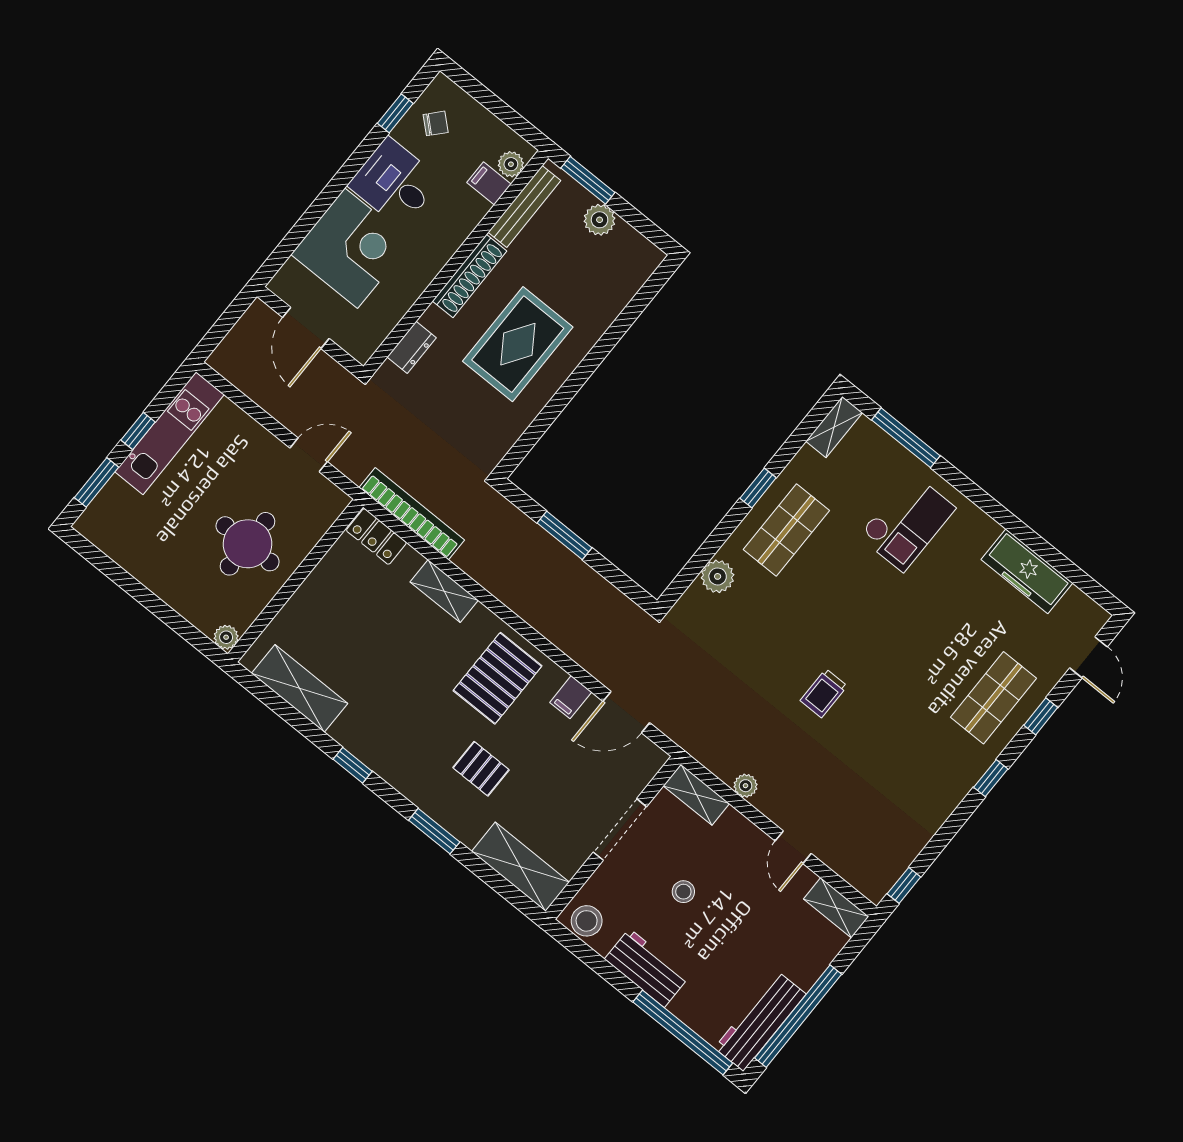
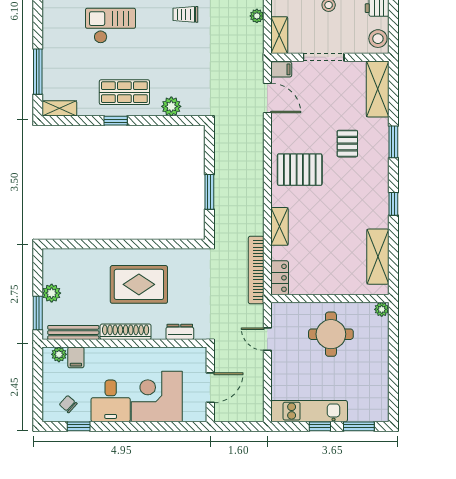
checkout: (907, 522) -> (111, 26), moved
trolley: (824, 693) -> (185, 14), turned 180
filing cabinet: (571, 697) -> (281, 69), moved

